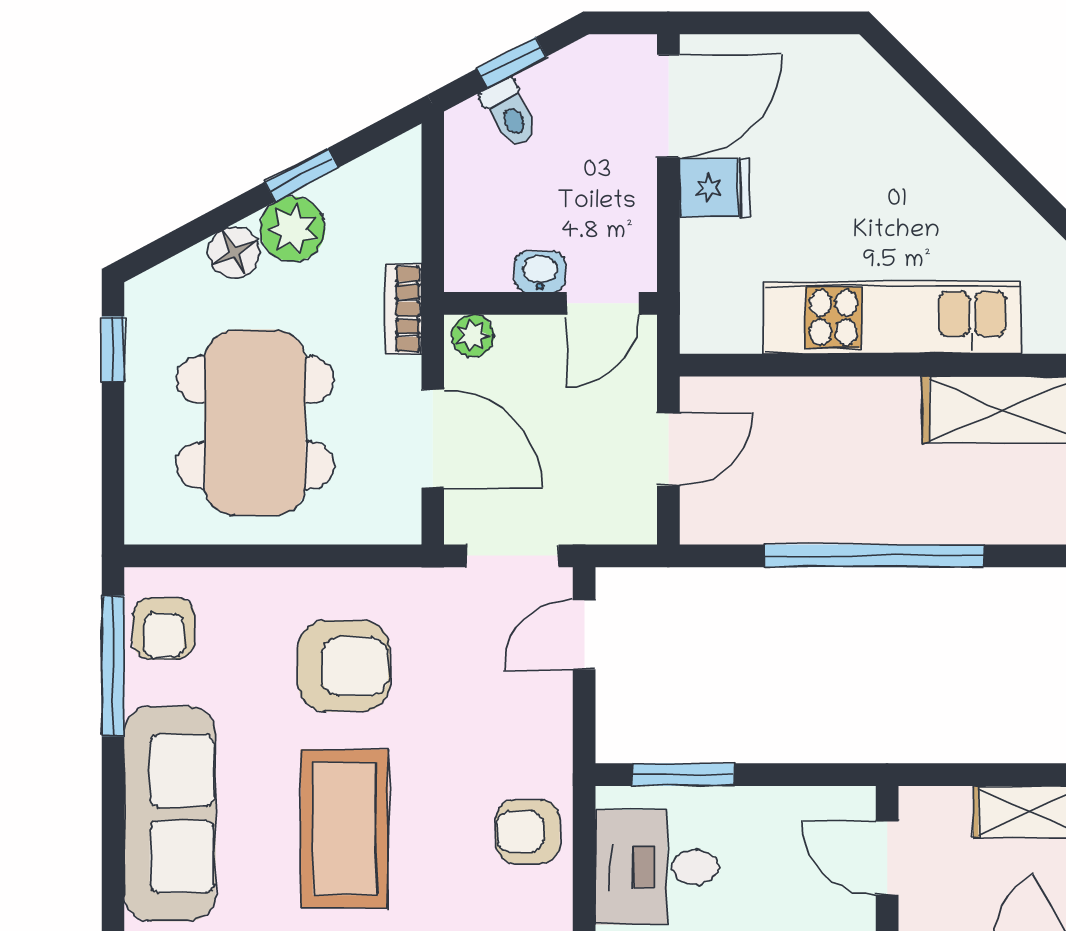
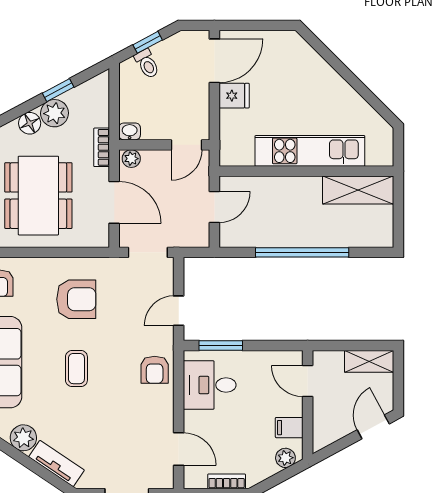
washbasin: (540, 272) -> (130, 131), moved
door: (584, 635) -> (179, 311), moved
coffee table: (344, 829) -> (76, 369), width x0.54, depth x0.58
armchair: (528, 831) -> (155, 370), turned -90

